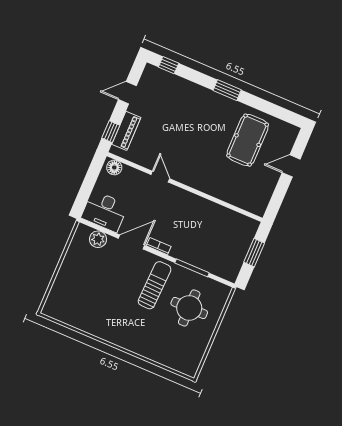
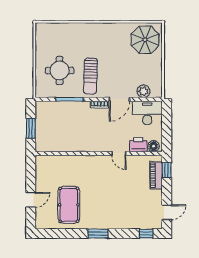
door: (127, 93) -> (167, 212), moved
printer: (132, 177) -> (138, 145), added
parasol: (70, 301) -> (145, 40), added

